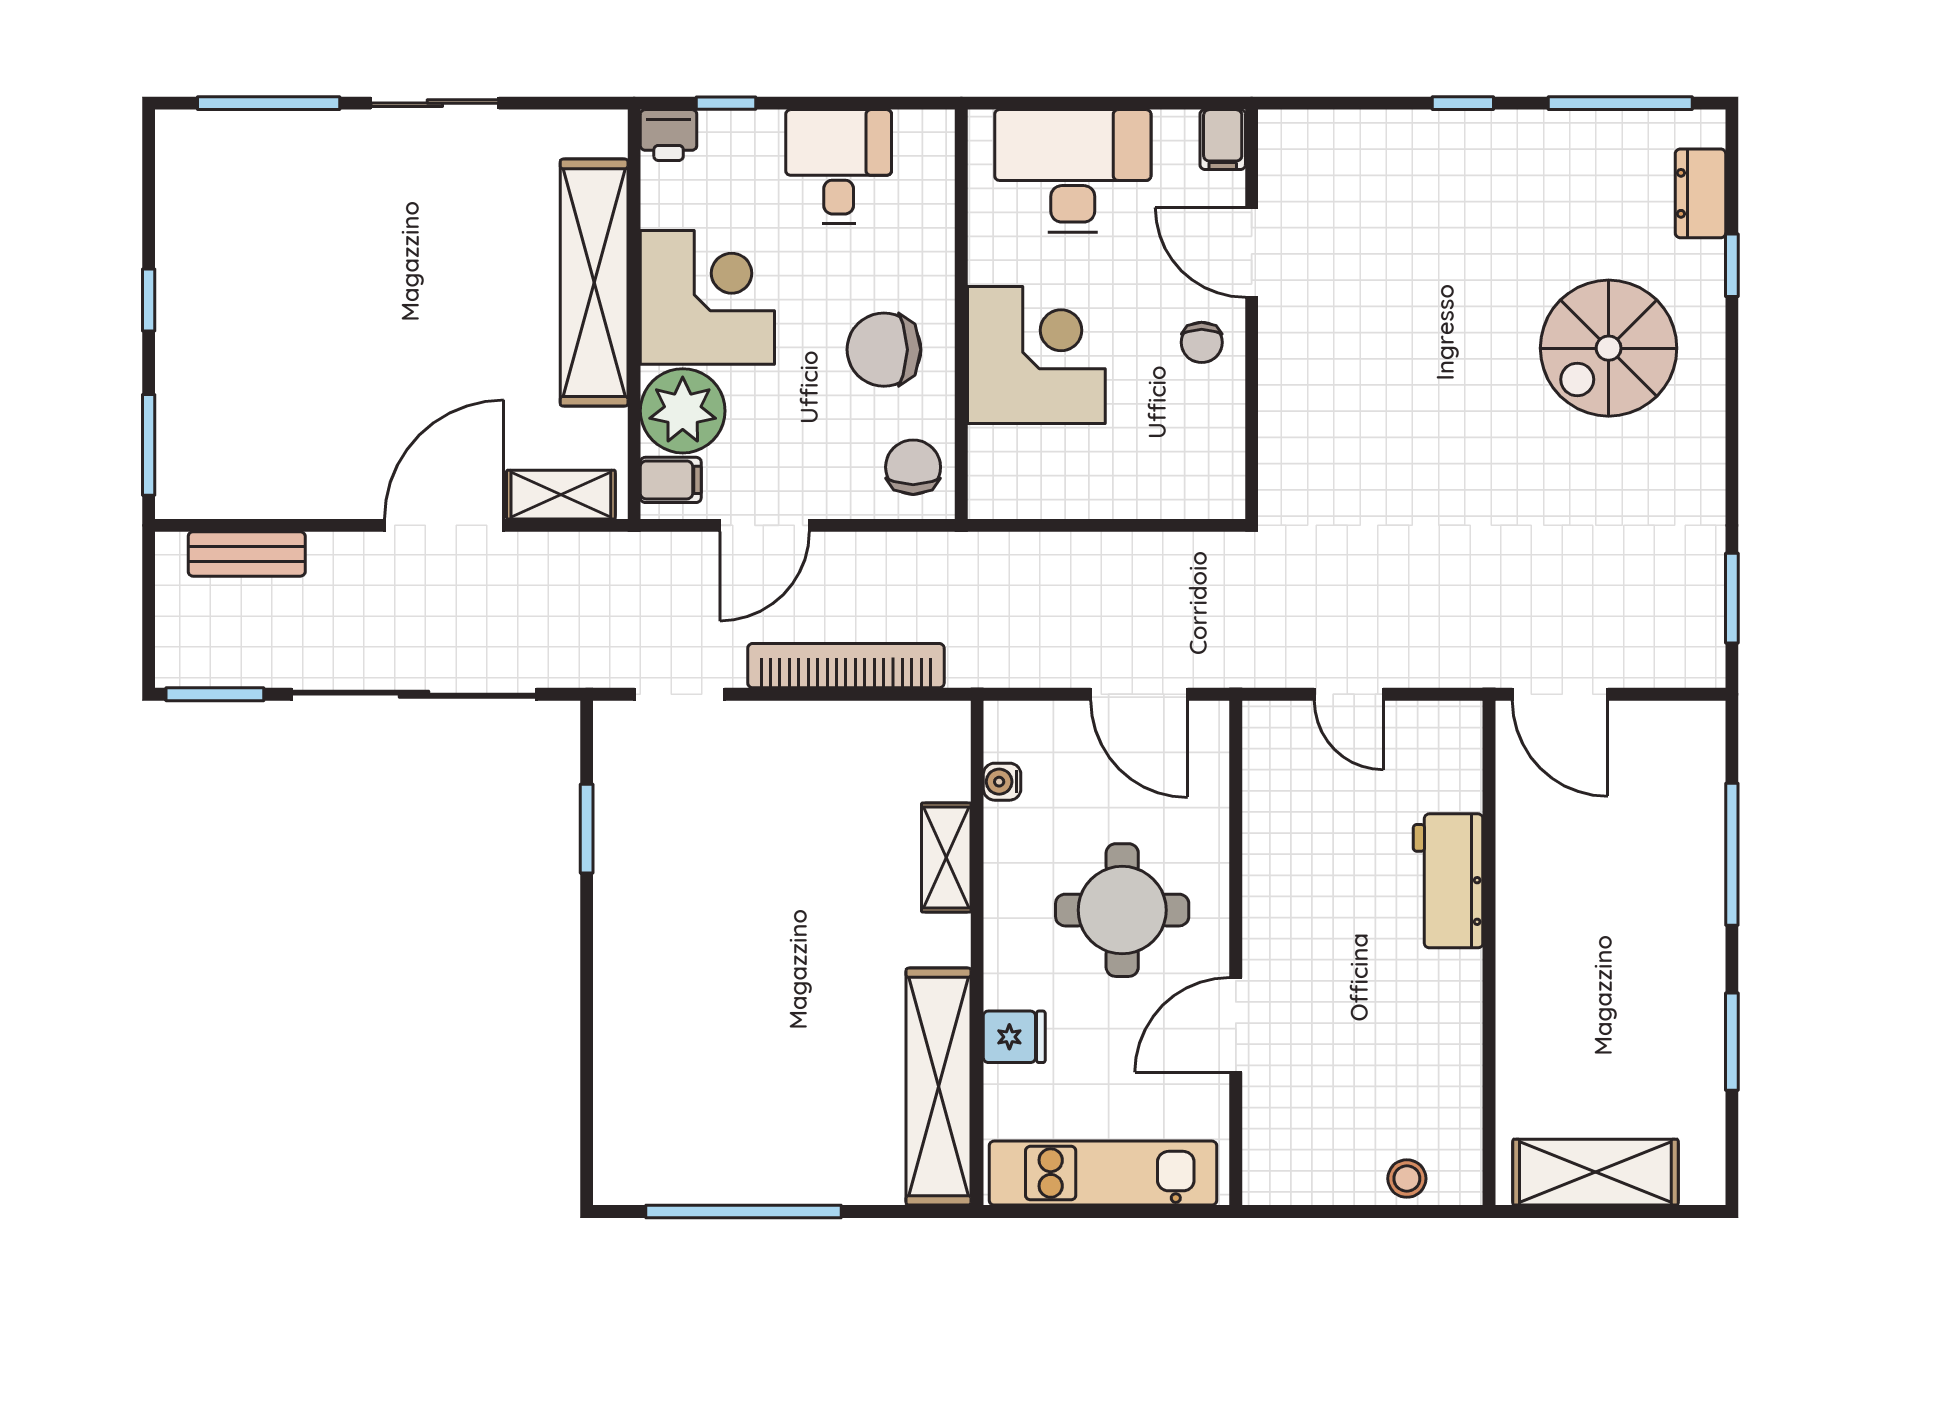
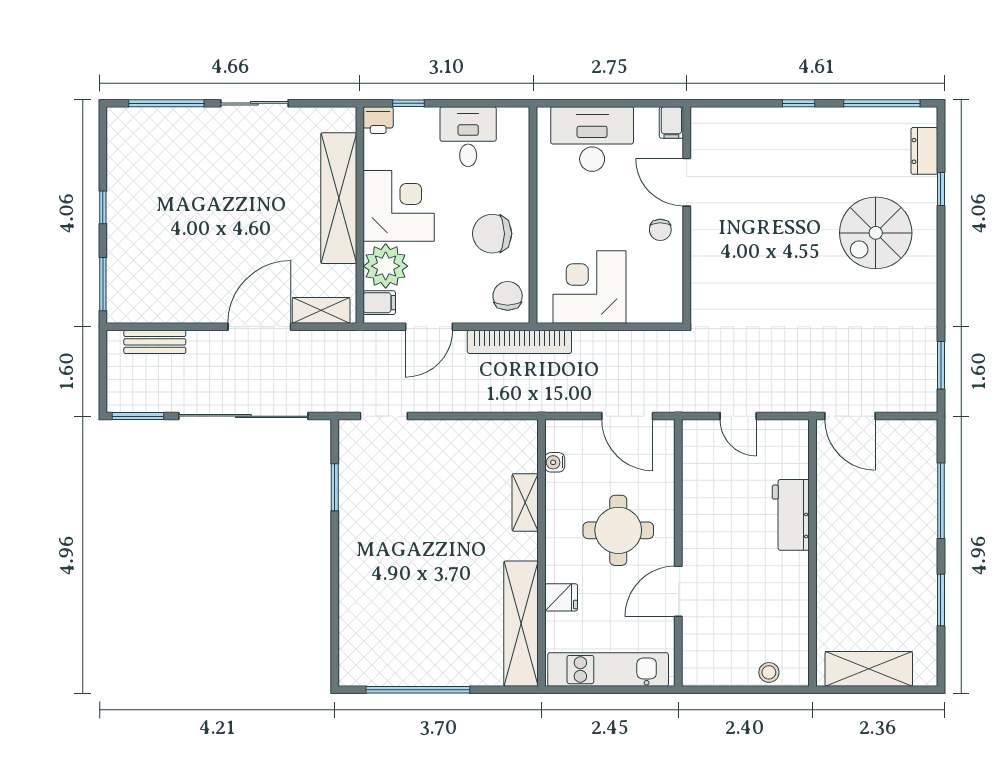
corner desk: (1036, 355) -> (590, 287), moved, turned -90
bookcase: (846, 666) -> (519, 342), moved, turned 180

